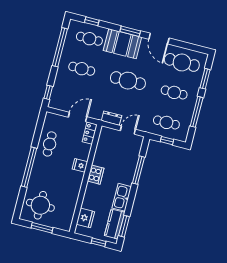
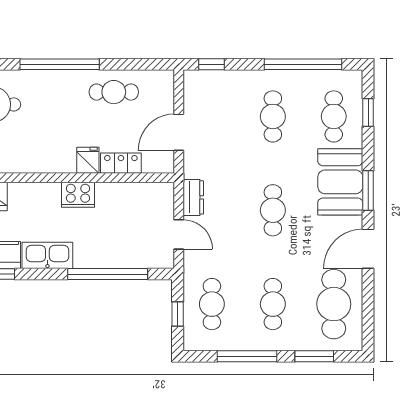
cafe table: (128, 81) -> (273, 210), width x0.73, depth x0.74
door: (78, 117) -> (179, 132), swing flipped
locker: (90, 133) -> (121, 163), moved
window: (138, 170) -> (108, 274), width x1.46

